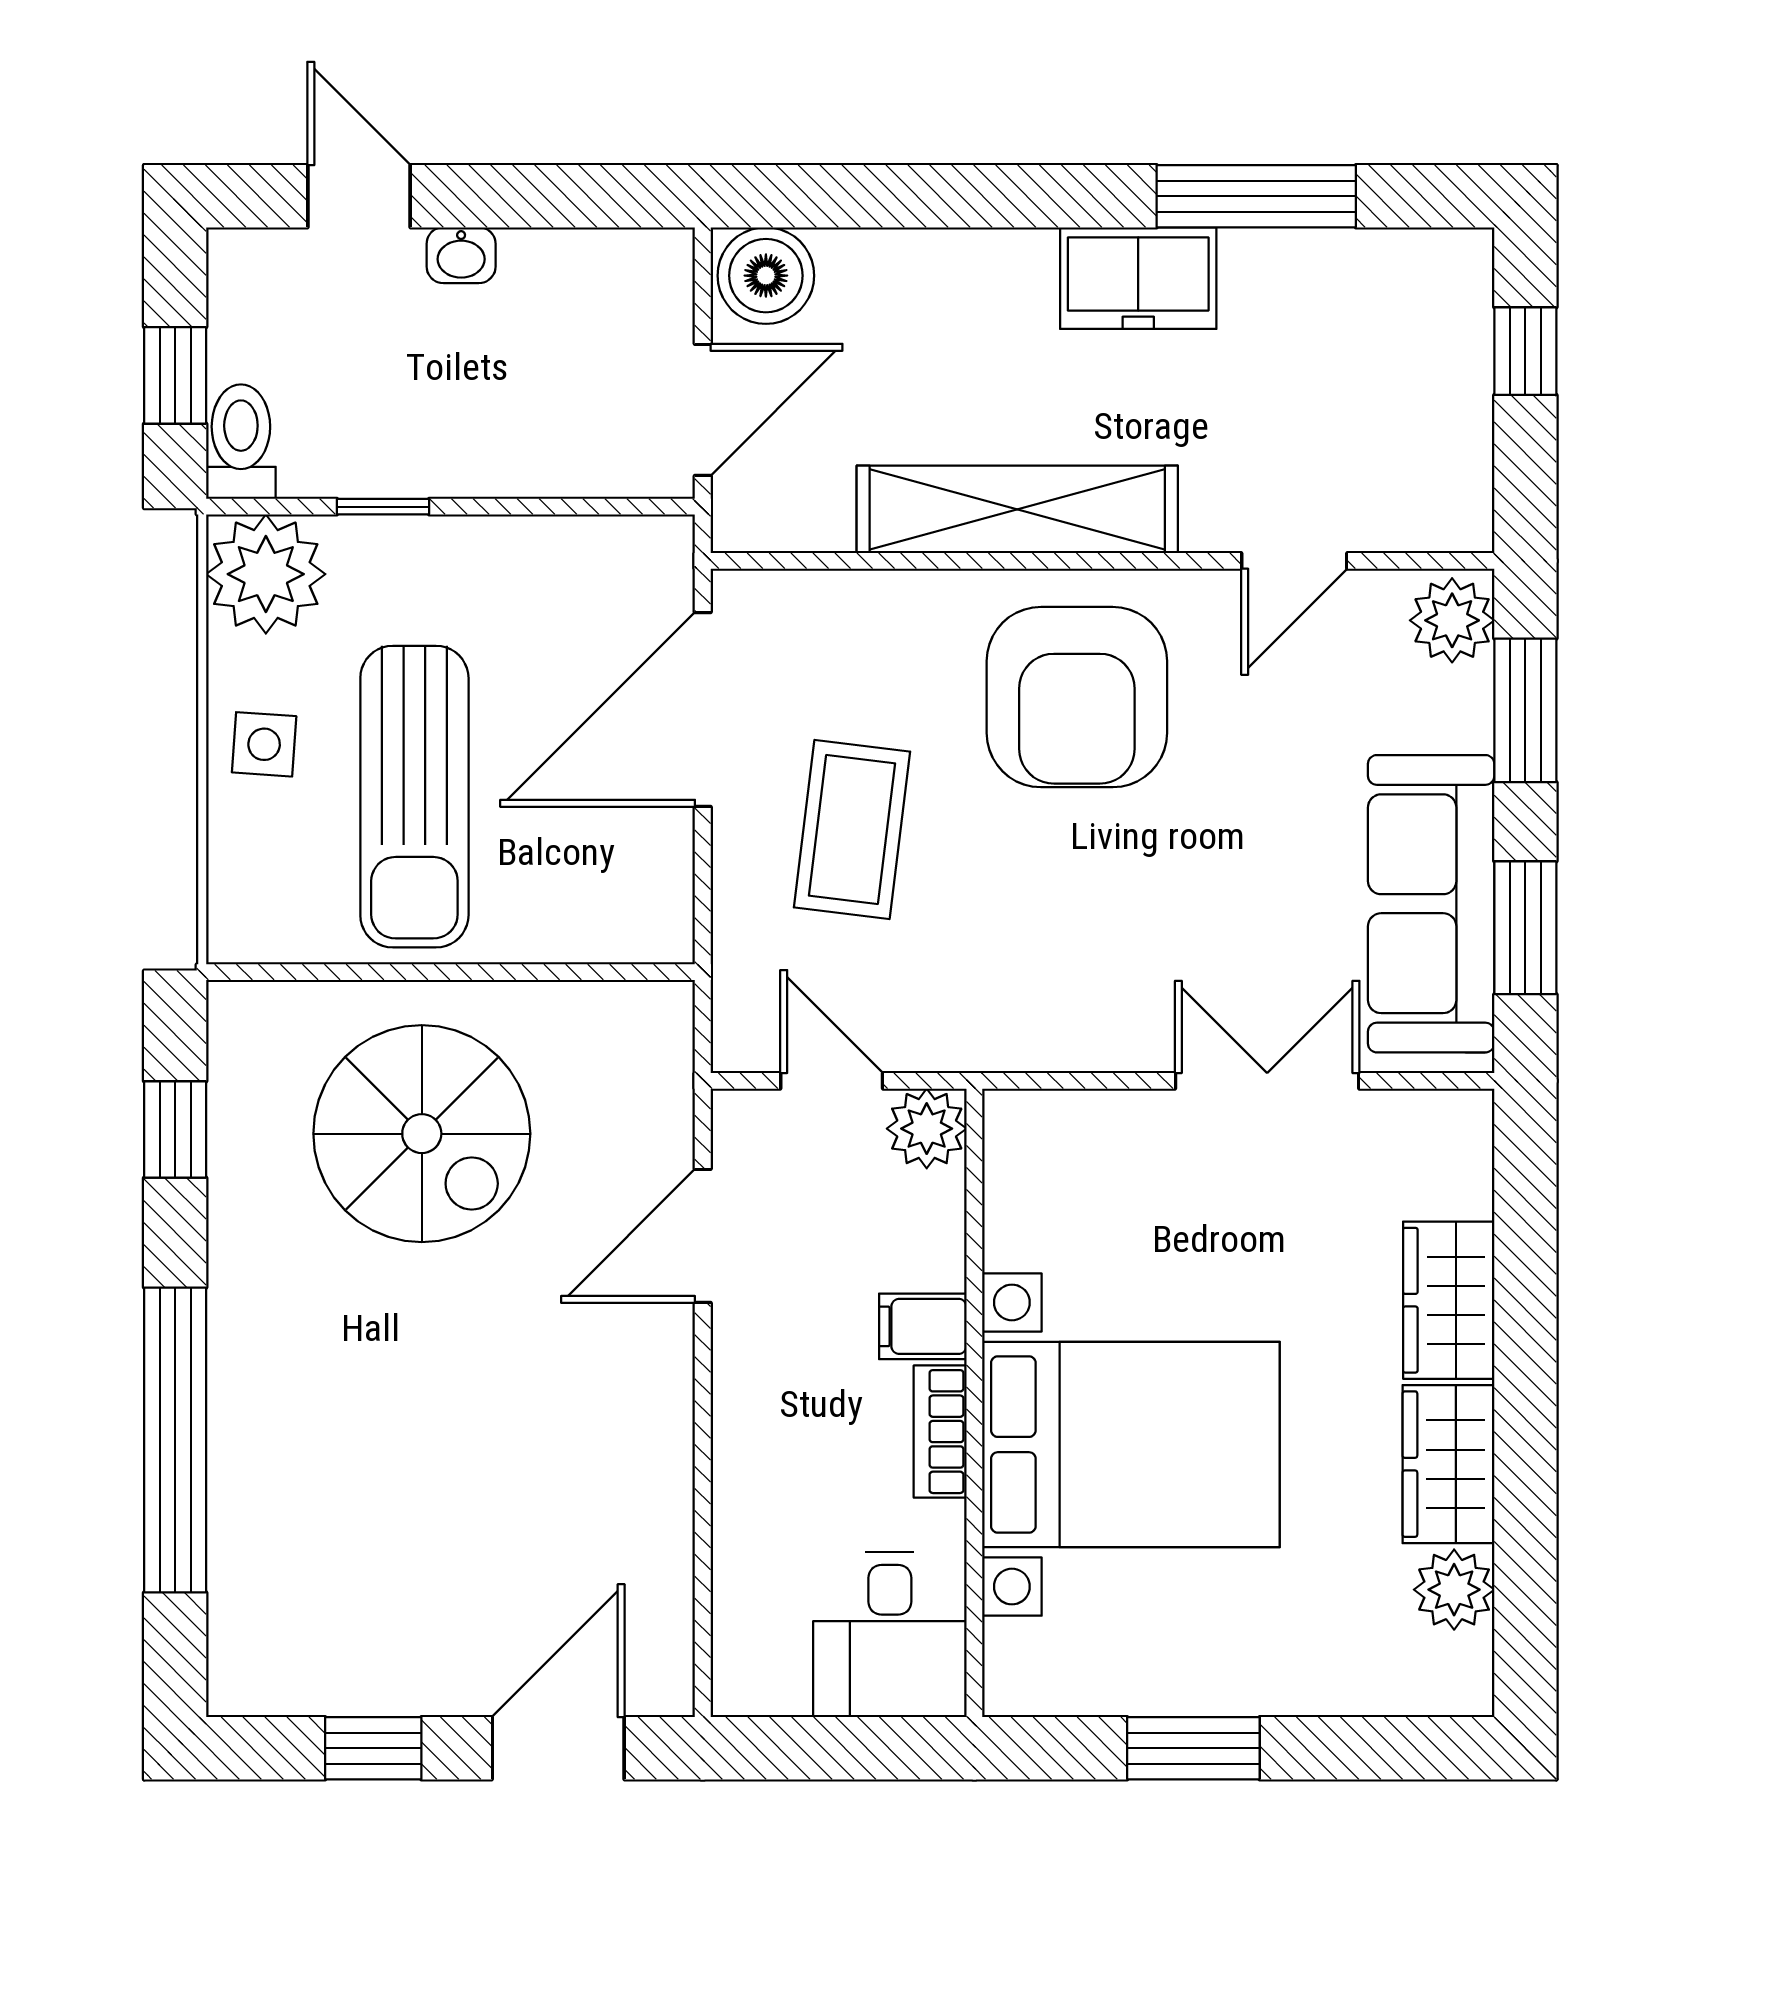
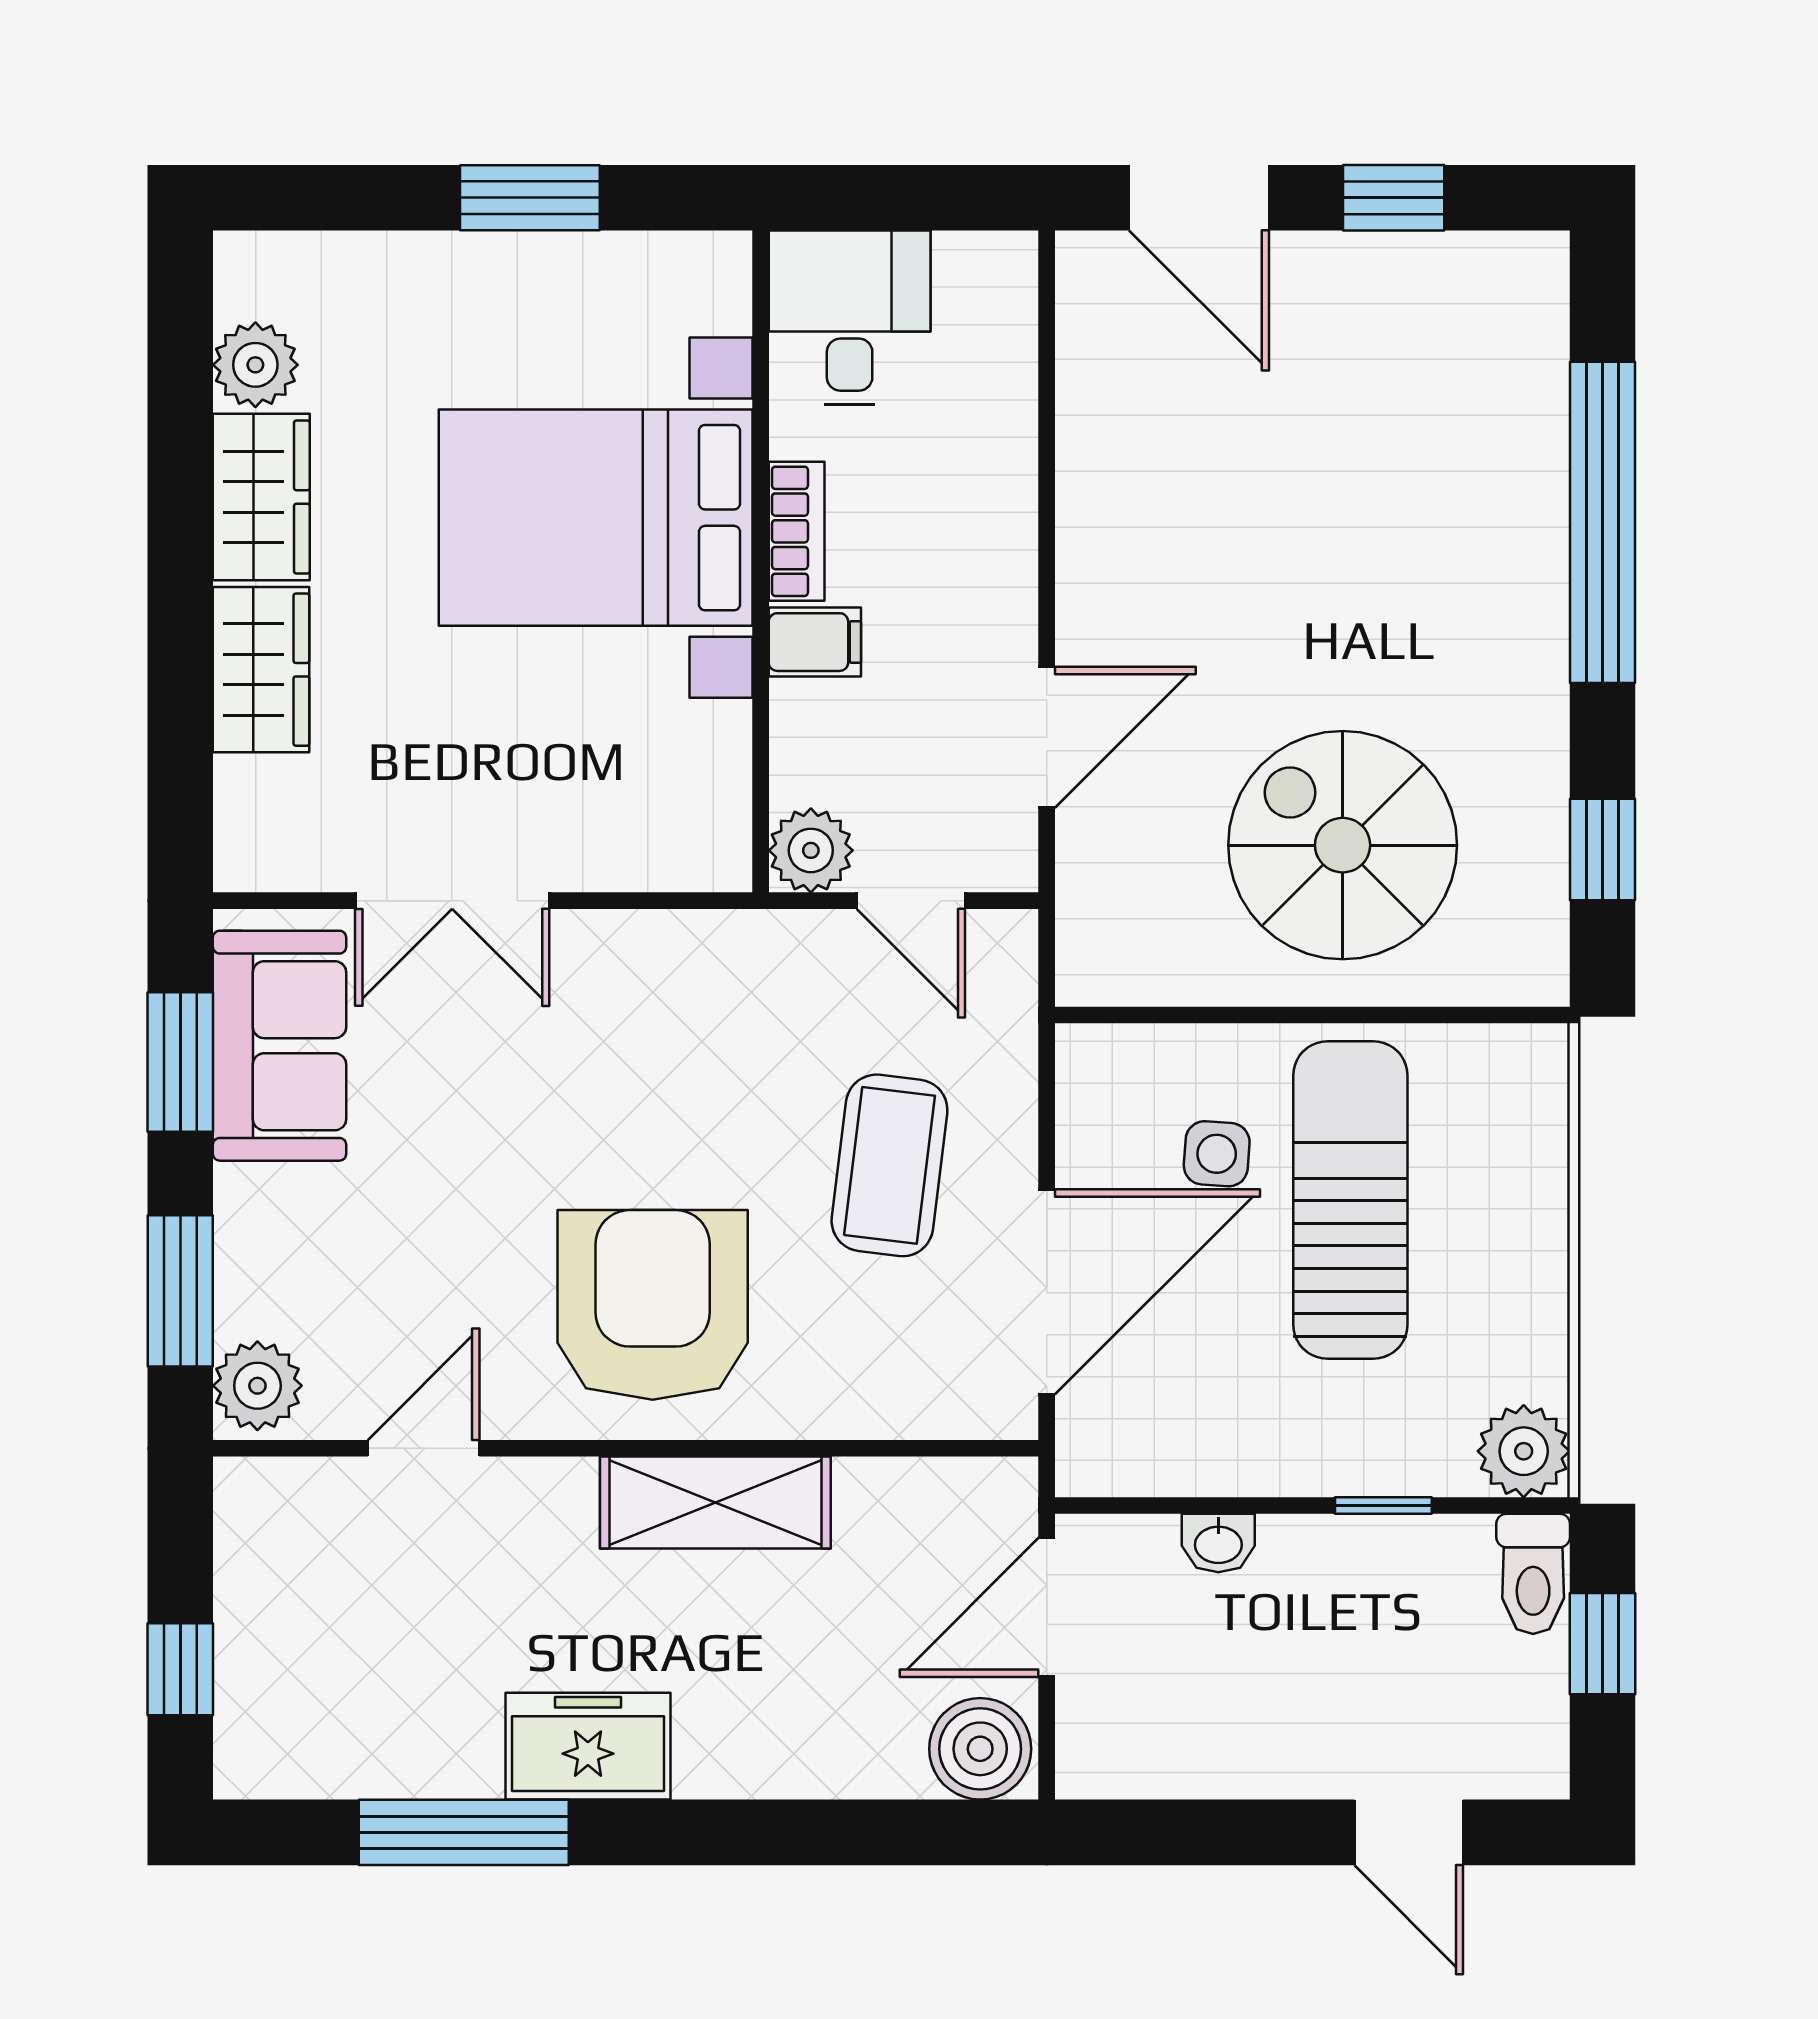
washbasin: (461, 255) -> (1218, 1543), moved, turned 180
shelving: (1017, 509) -> (715, 1503), width x0.68
plant: (266, 574) -> (1524, 1451), width x0.73, depth x0.73
side table: (264, 744) -> (1217, 1154), moved
sofa: (1431, 904) -> (280, 1046), width x0.73
door: (558, 1748) -> (1199, 198), hinge flipped

